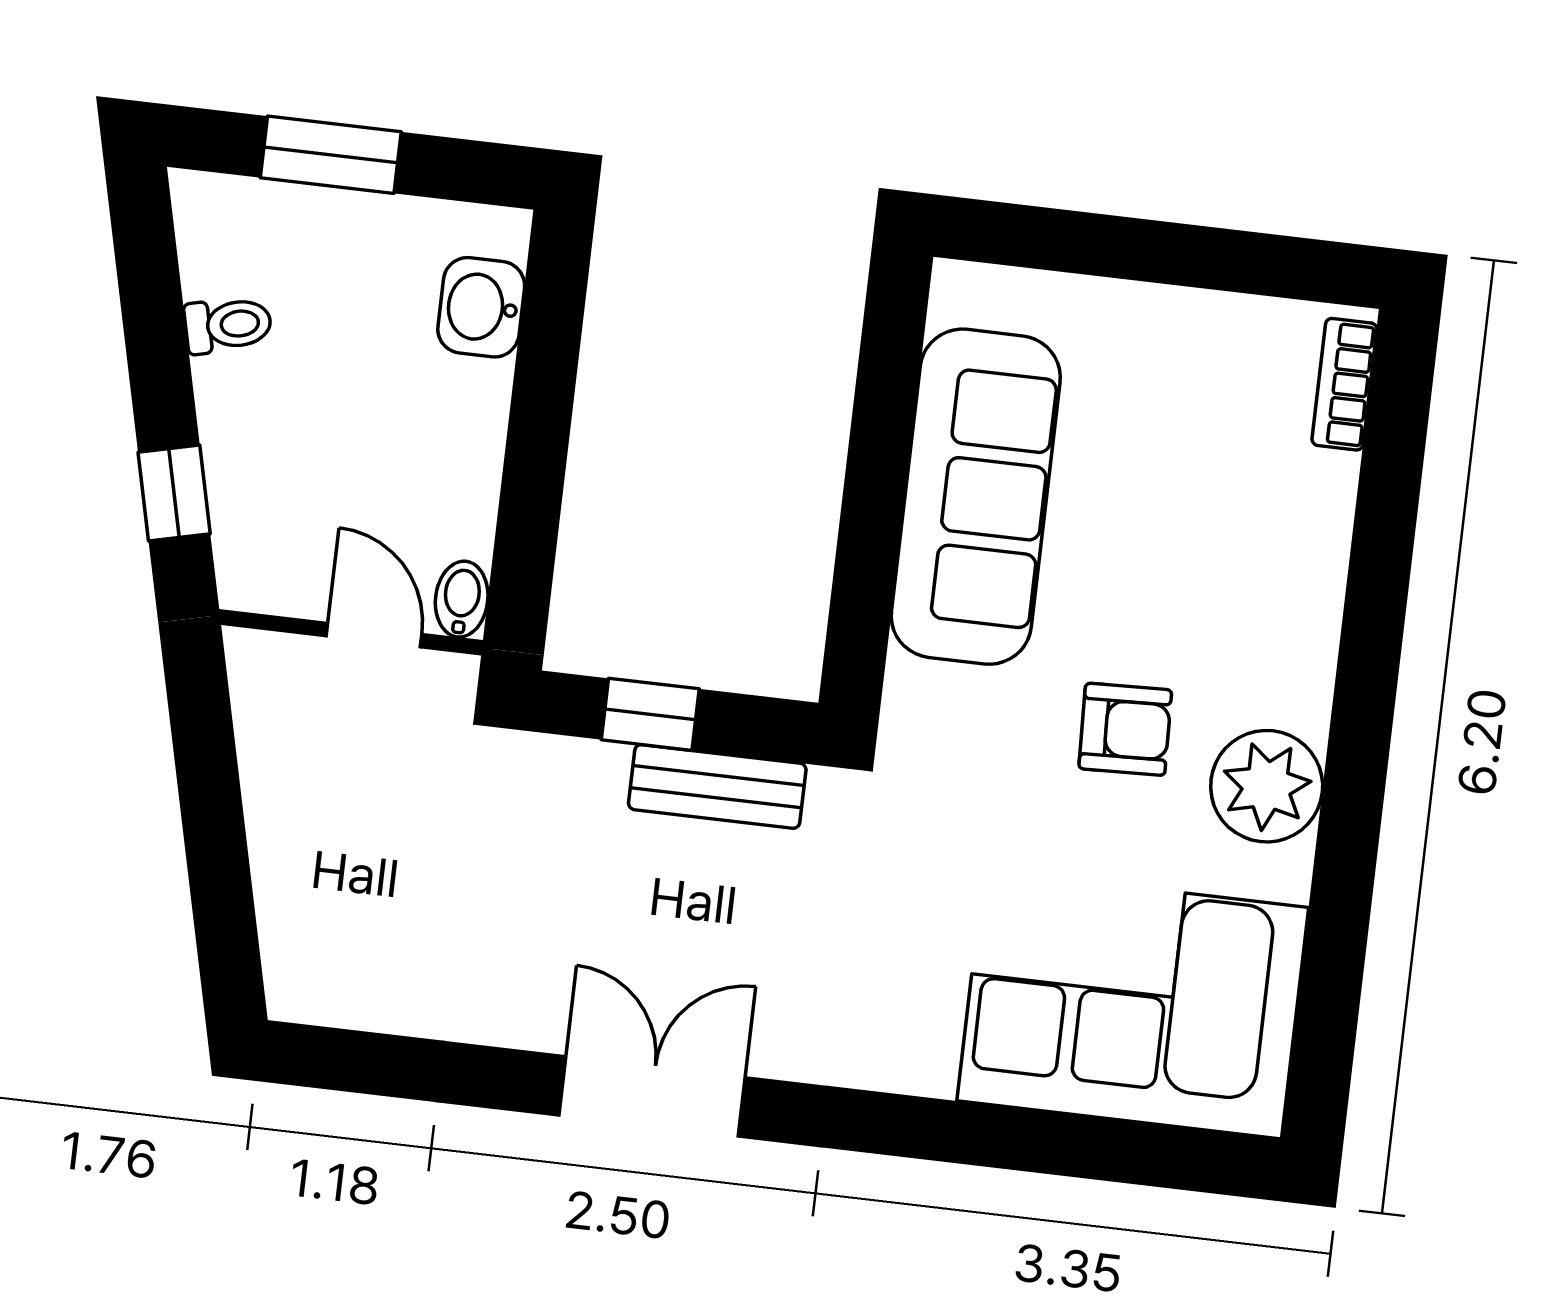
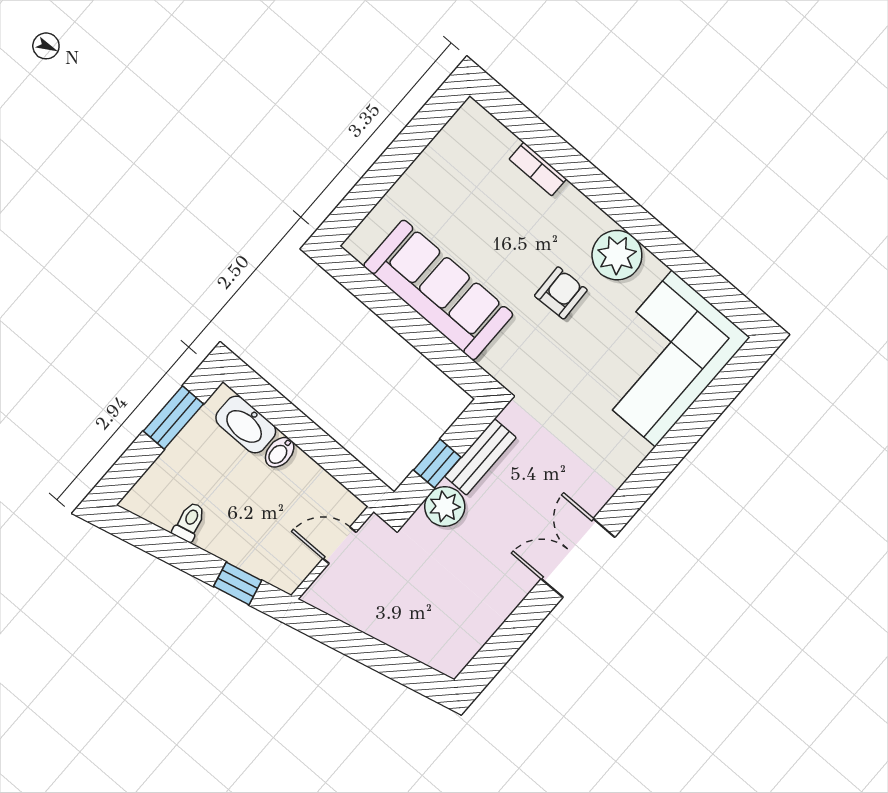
window: (331, 155) -> (173, 418), moved
washbasin: (481, 307) -> (246, 425), width x1.38
bookcase: (1344, 384) -> (538, 169), moved
bidet: (462, 599) -> (280, 452), moved, turned -90
plant: (580, 782) -> (445, 507), added

